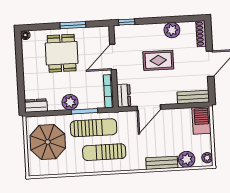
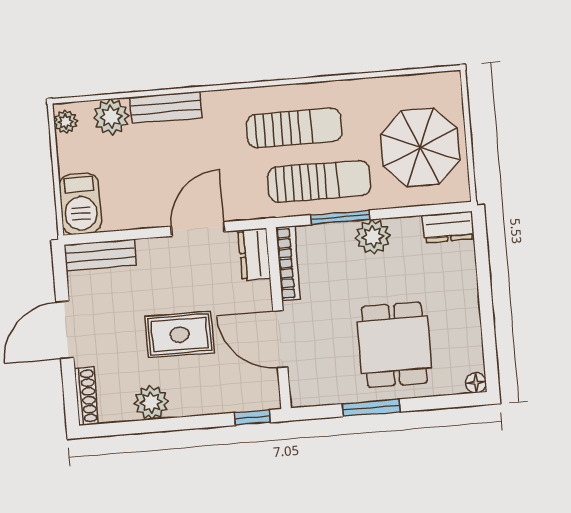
door: (113, 57) -> (280, 339), swing flipped
sun lounger: (94, 128) -> (319, 181), turned 180

